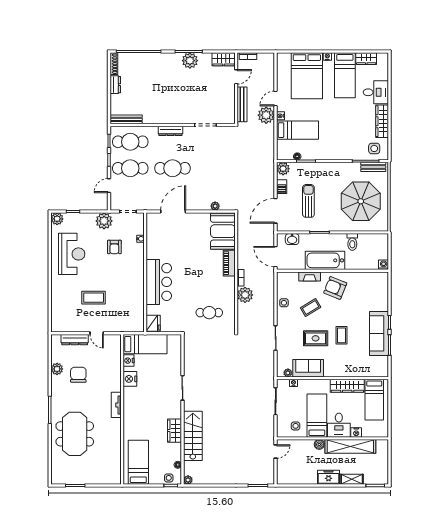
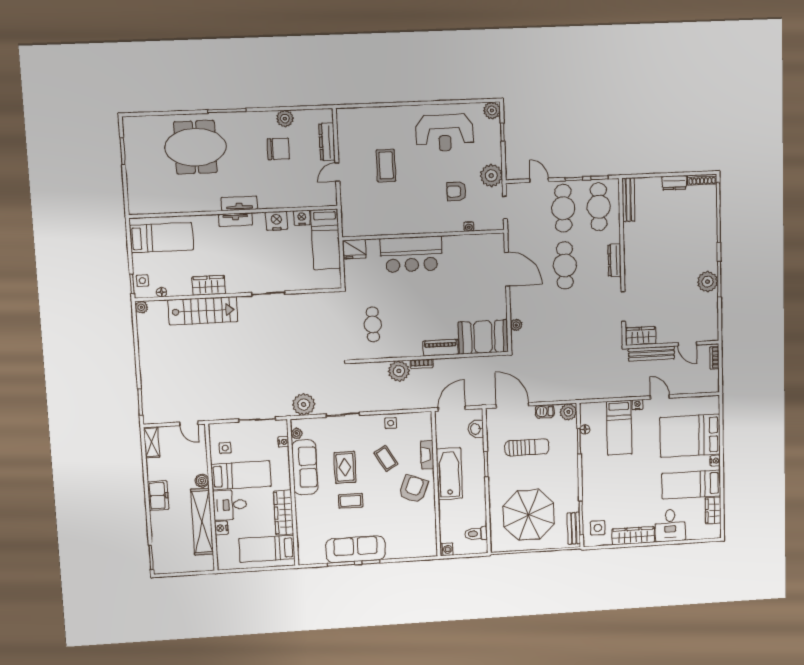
wardrobe: (224, 59) -> (640, 336), moved, turned 90
plant: (266, 115) -> (304, 404), moved
toilet: (352, 242) -> (476, 534), moved
sofa: (308, 368) -> (305, 467), width x1.36
tv unit: (128, 408) -> (235, 220), added
shelving: (352, 479) -> (152, 442), moved

